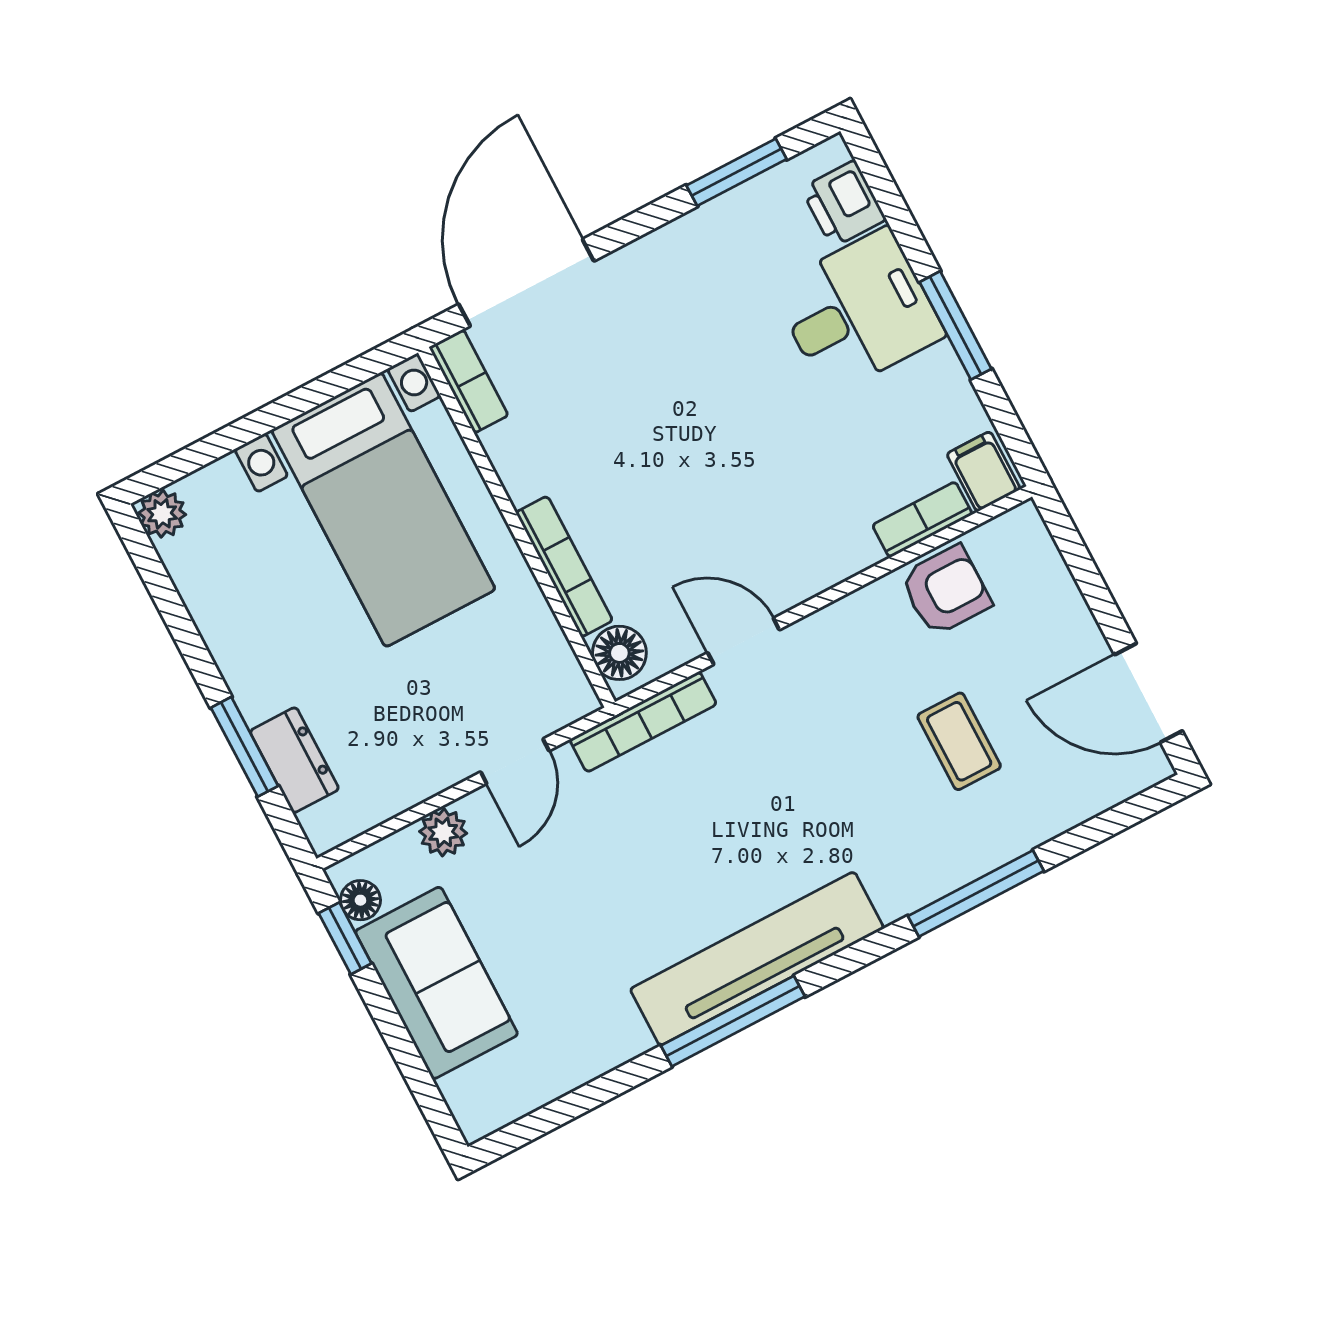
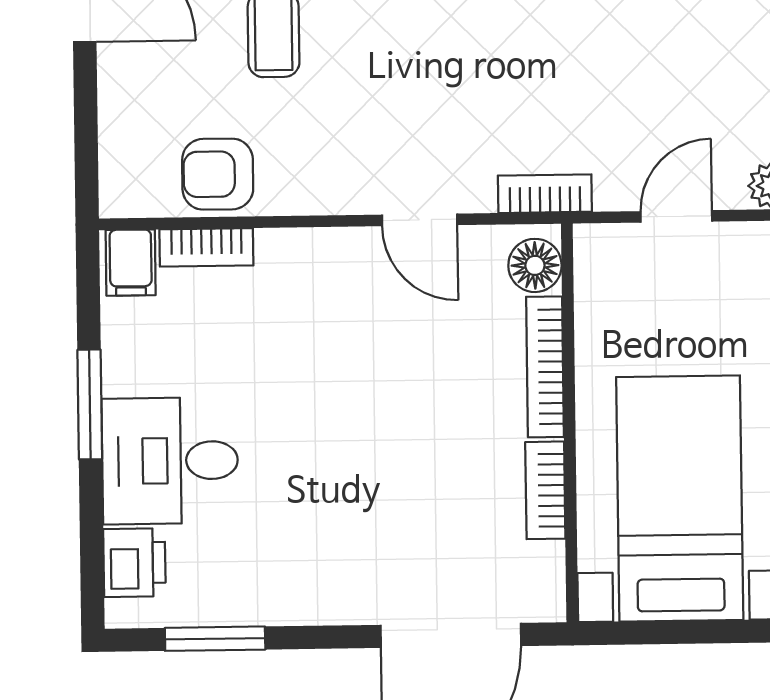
bookcase: (469, 381) -> (545, 490), moved
bookcase: (643, 722) -> (545, 194), width x0.64

